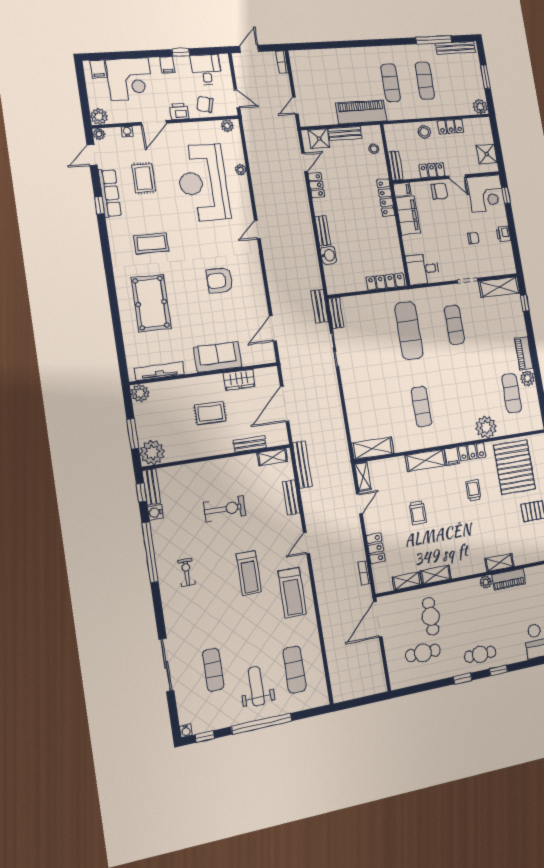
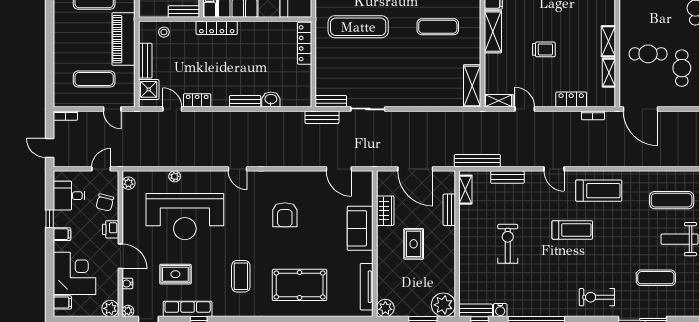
exercise mat: (320, 87) -> (94, 79), added
exercise bike: (186, 572) -> (597, 297), moved, width x1.38, depth x1.39

